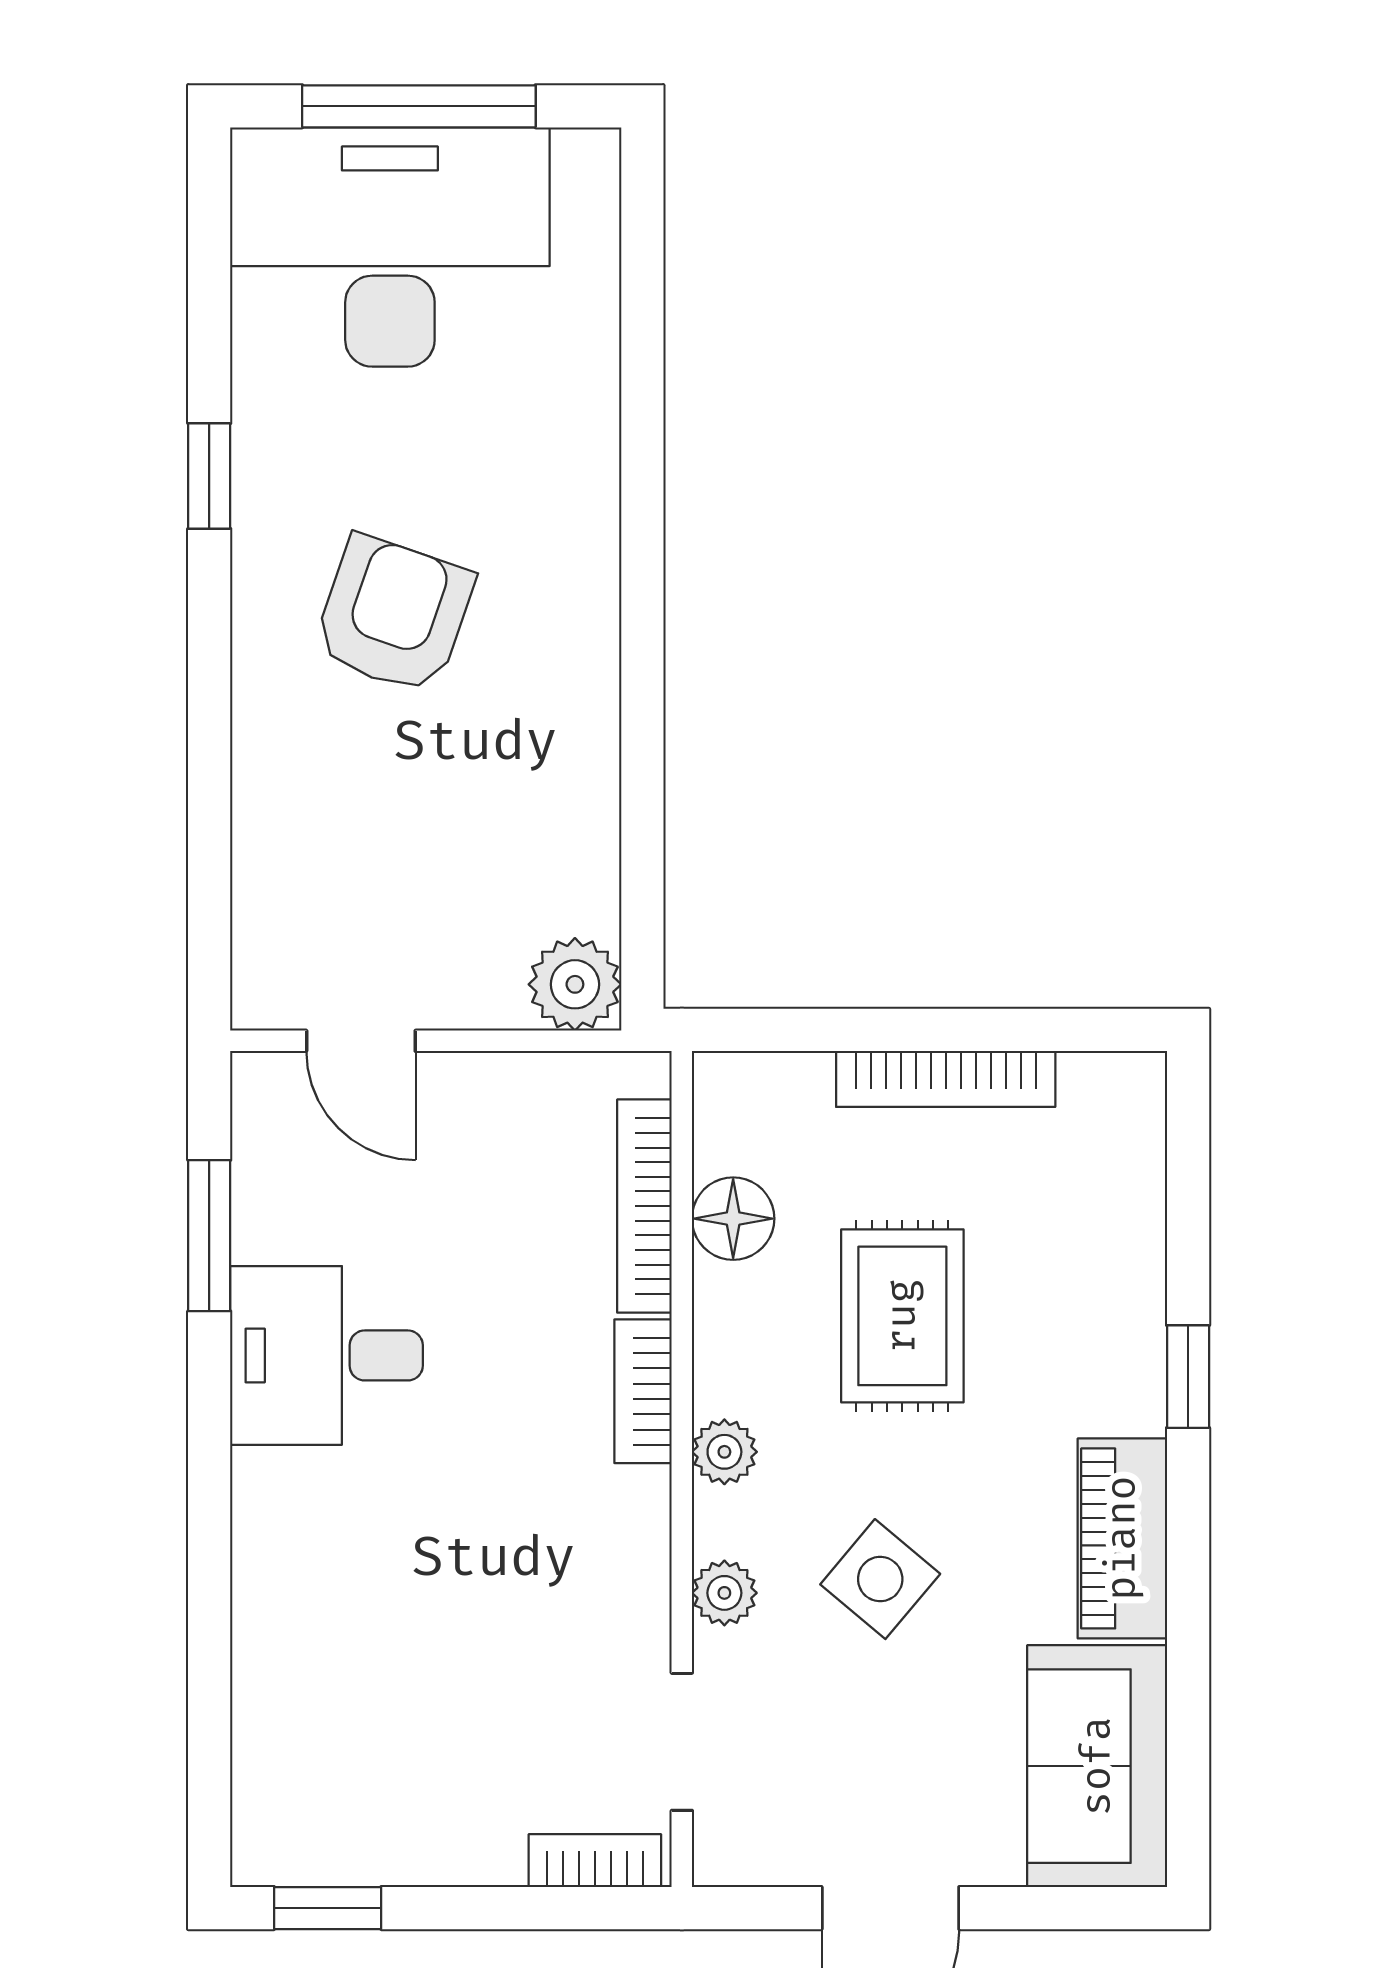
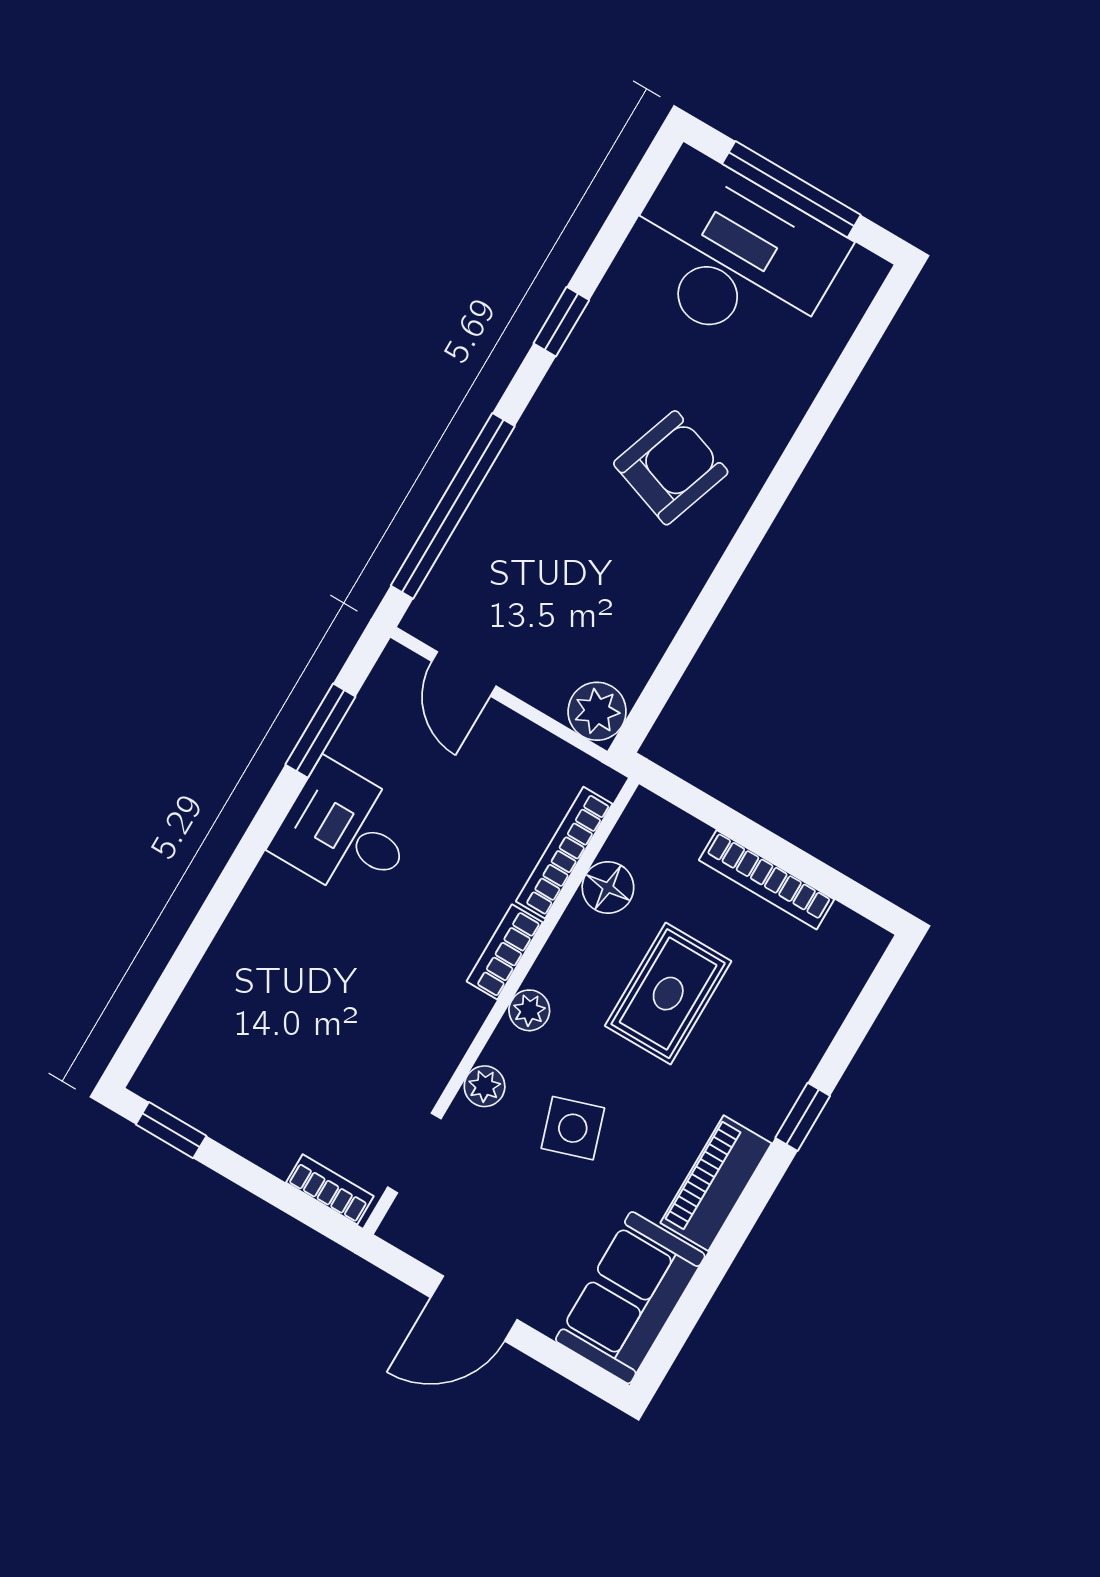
armchair: (393, 615) -> (671, 468), moved
window: (209, 818) -> (453, 506), added
side table: (880, 1579) -> (573, 1128), turned 32

